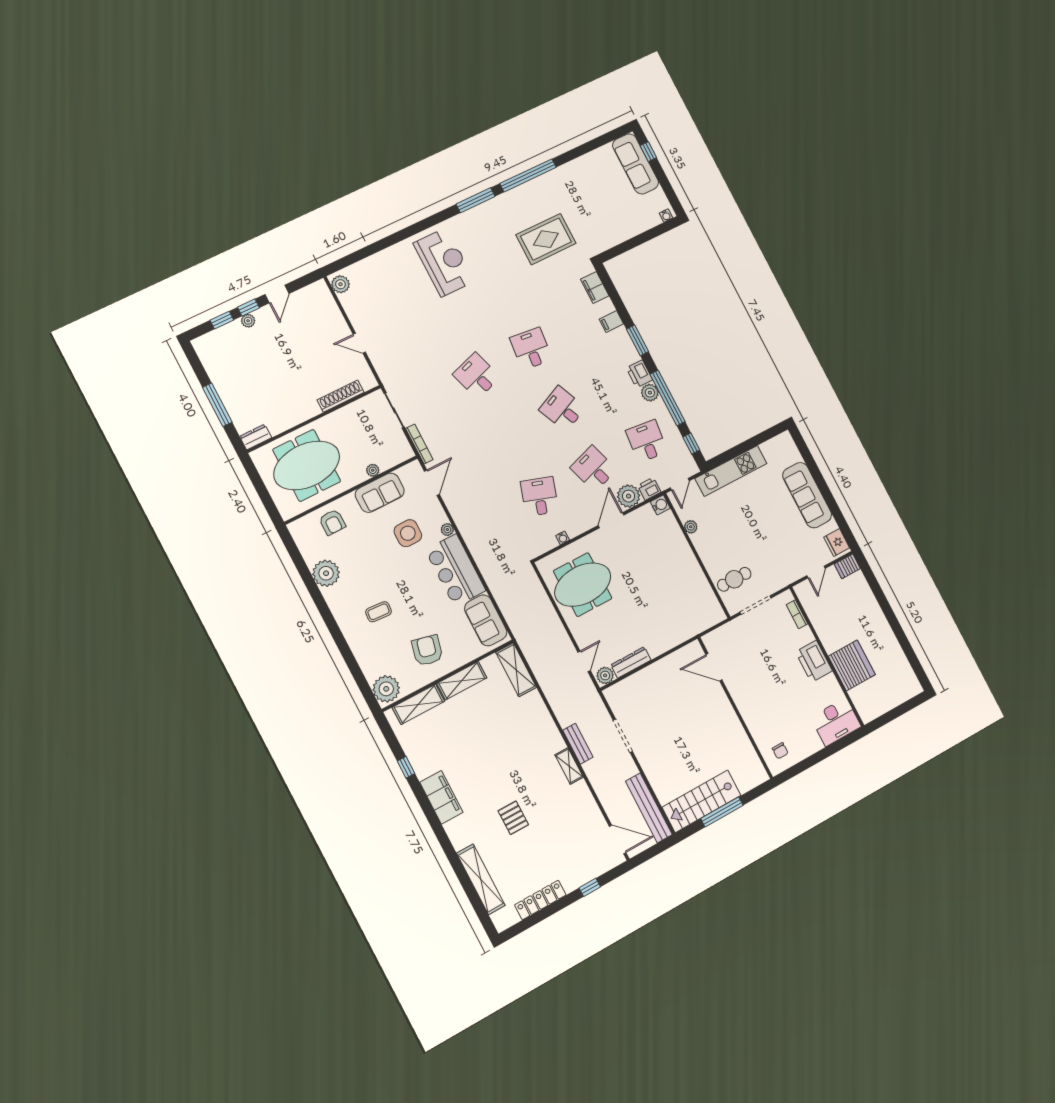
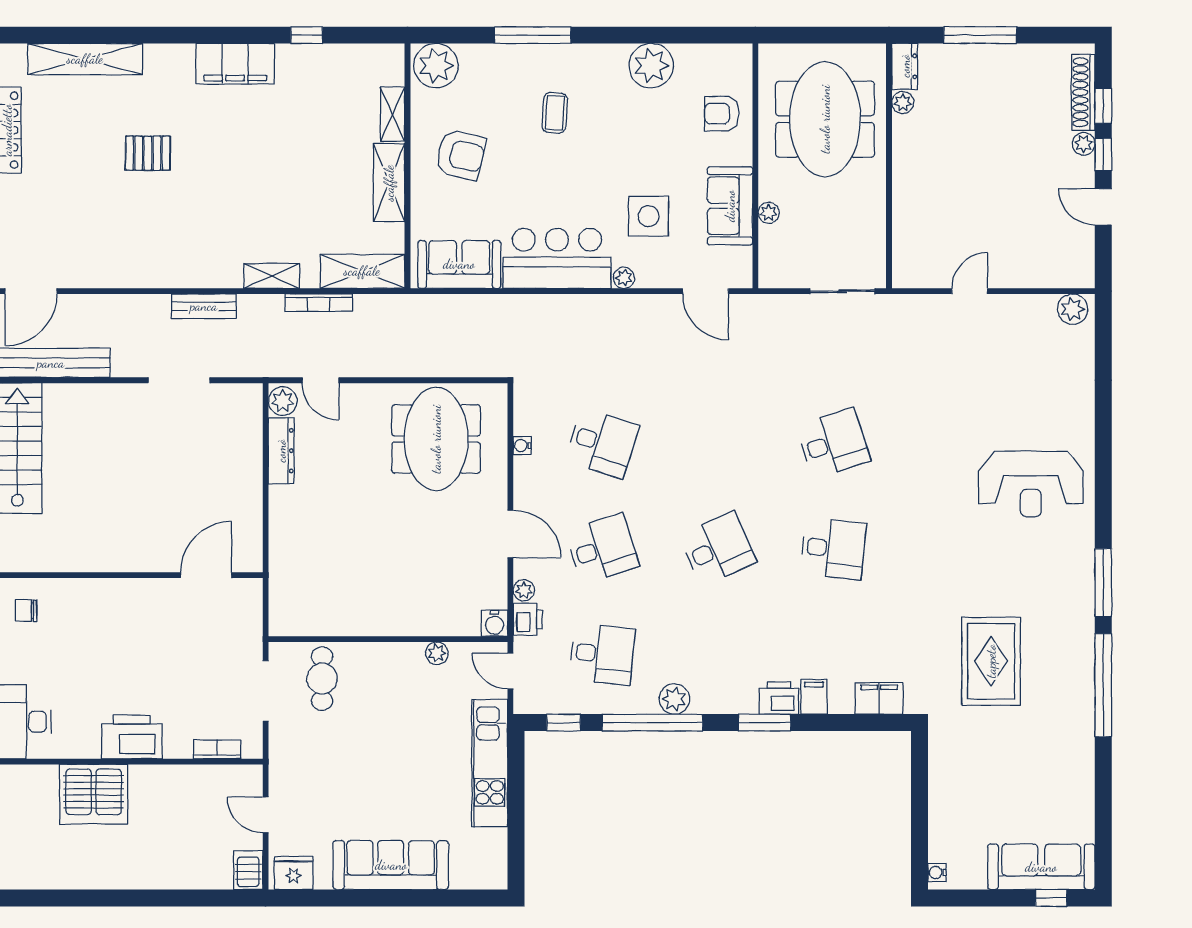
printer: (639, 374) -> (779, 698), moved
shoe rack: (341, 396) -> (1083, 92), moved, turned 180
plant: (276, 428) -> (903, 103), added
bookcase: (419, 444) -> (319, 303), moved
plant: (629, 496) -> (524, 590), width x0.53, depth x0.53
window: (343, 646) -> (533, 35), added
shelving: (418, 704) -> (393, 114), width x0.67, depth x0.75
shelving: (569, 766) -> (272, 276), moved

